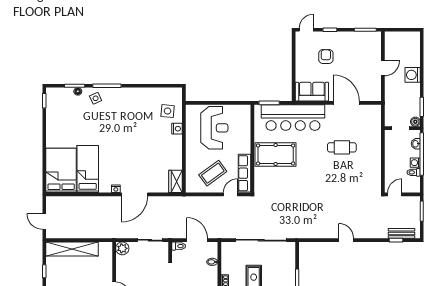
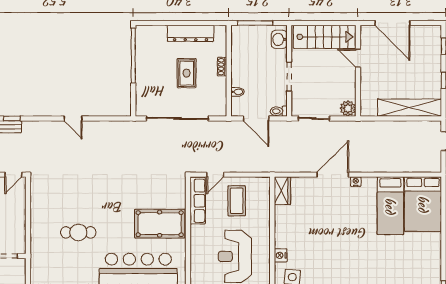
coffee table: (213, 173) -> (237, 201), turned -54

